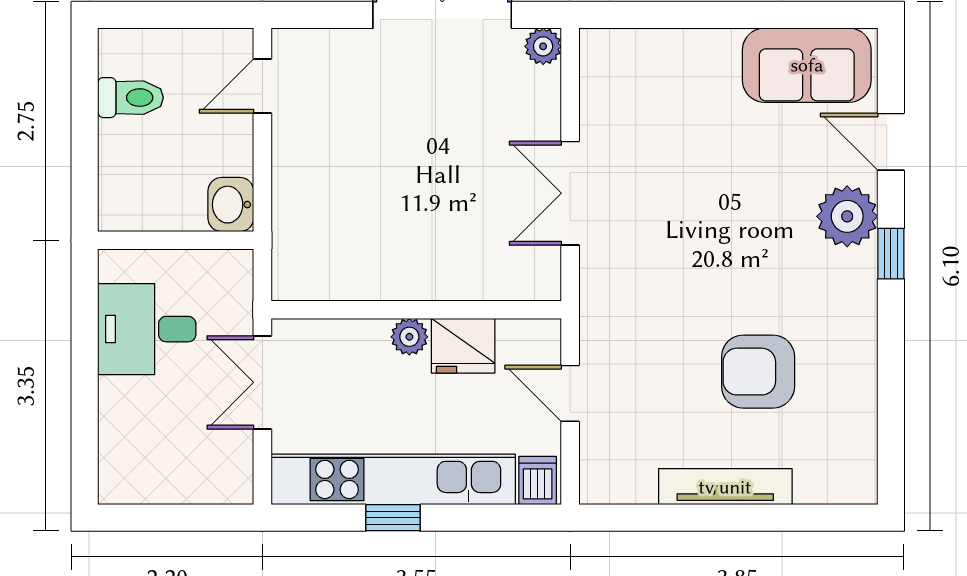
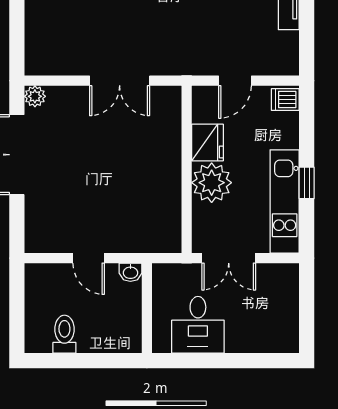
door: (262, 86) -> (89, 258), moved
washbasin: (231, 205) -> (130, 272), width x0.72, depth x0.69
plant: (409, 337) -> (212, 183), width x1.87, depth x1.87
kitchen unit: (393, 479) -> (285, 201), width x0.73

